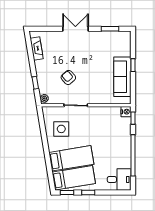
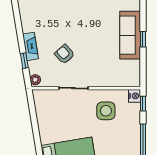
fireplace: (37, 49) -> (30, 46), moved
sofa: (122, 77) -> (130, 35), moved
side table: (61, 129) -> (106, 111), moved

